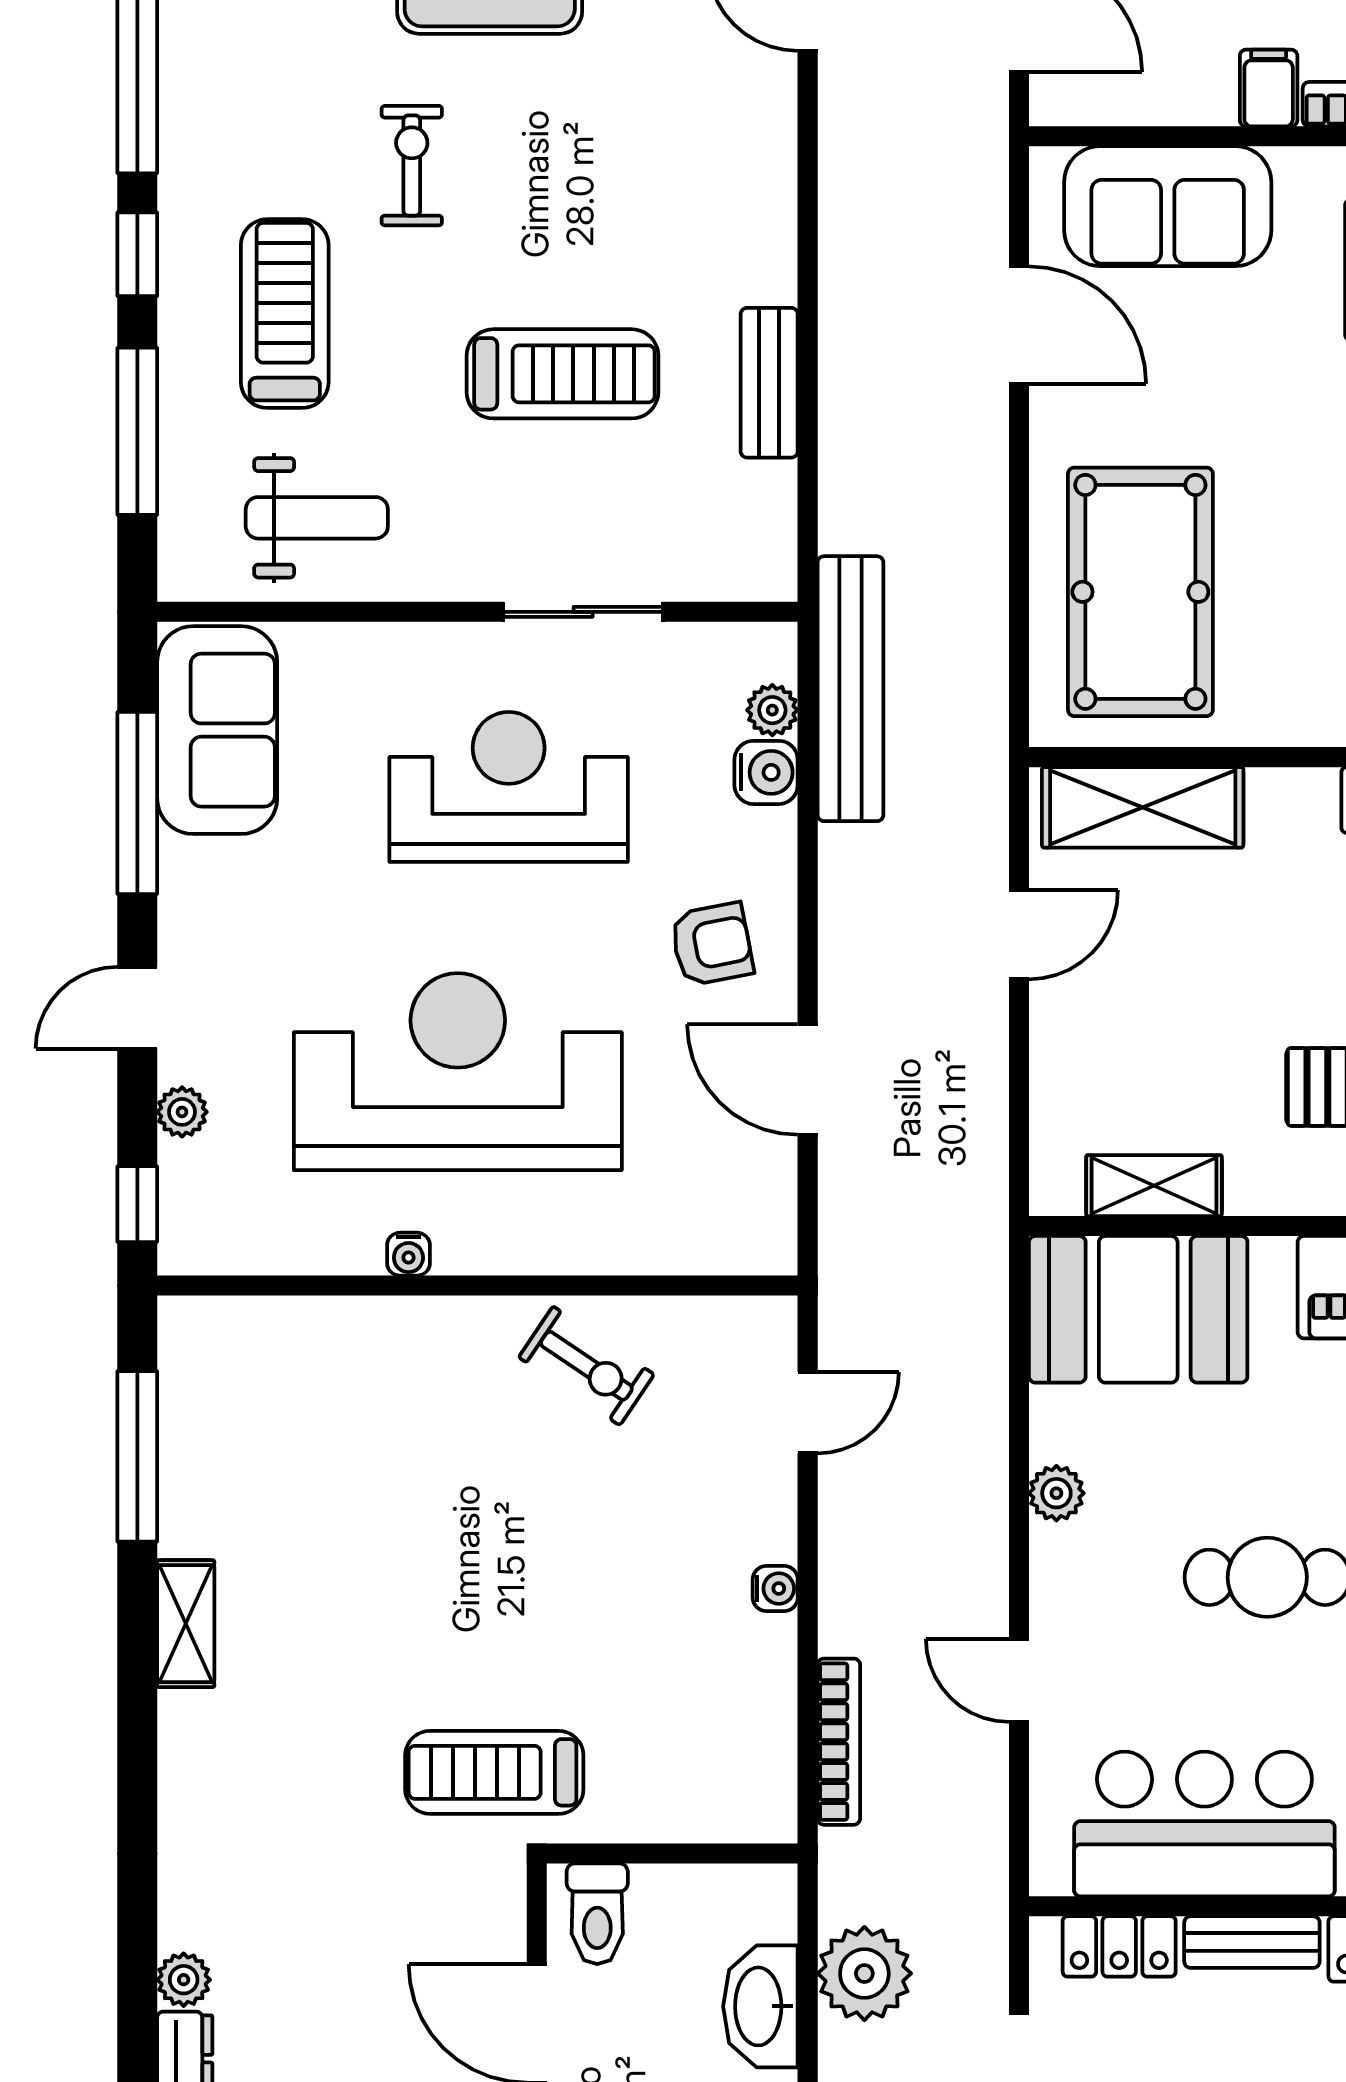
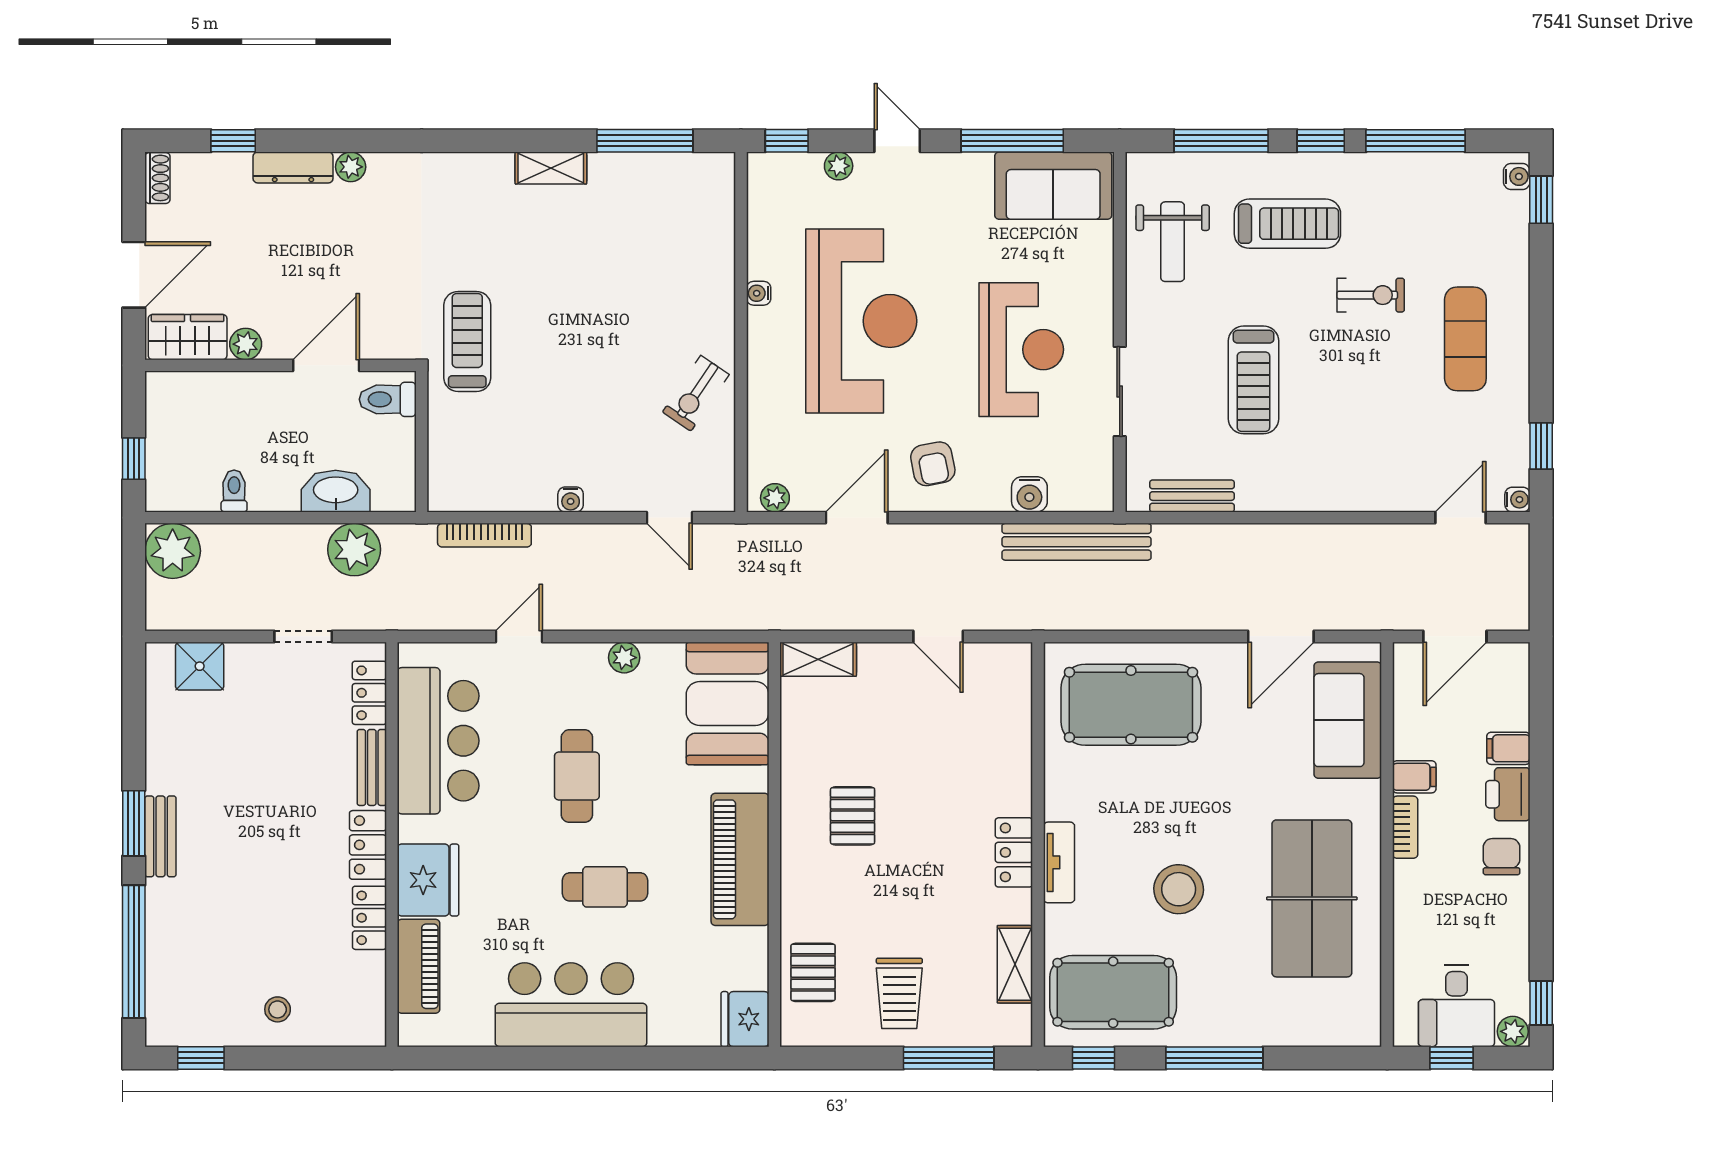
bench: (769, 383) -> (1192, 496), moved
plant: (772, 710) -> (775, 498), moved
shelving: (1143, 807) -> (1010, 706), removed
shelving: (1154, 1186) -> (818, 659), moved, turned 90

